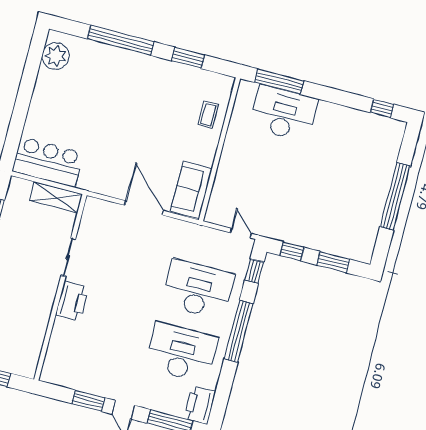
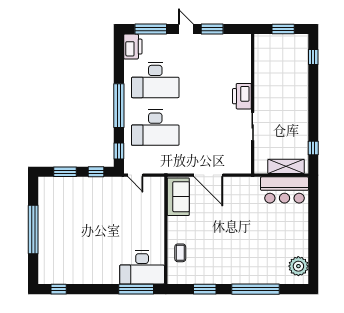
desk: (284, 113) -> (142, 268), moved
shelving: (56, 197) -> (286, 166), moved

